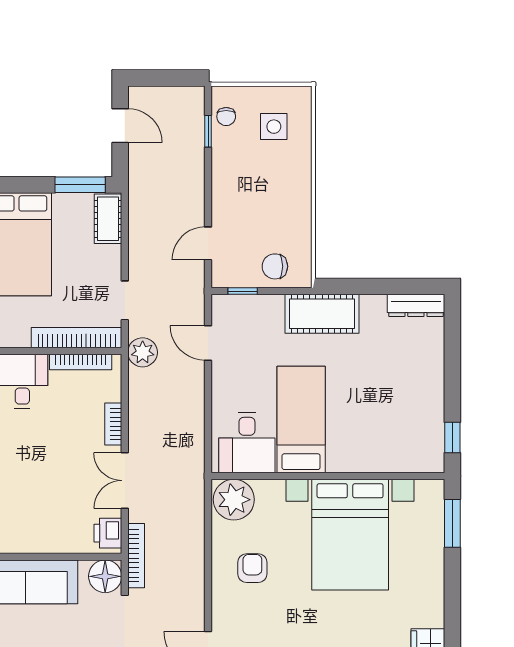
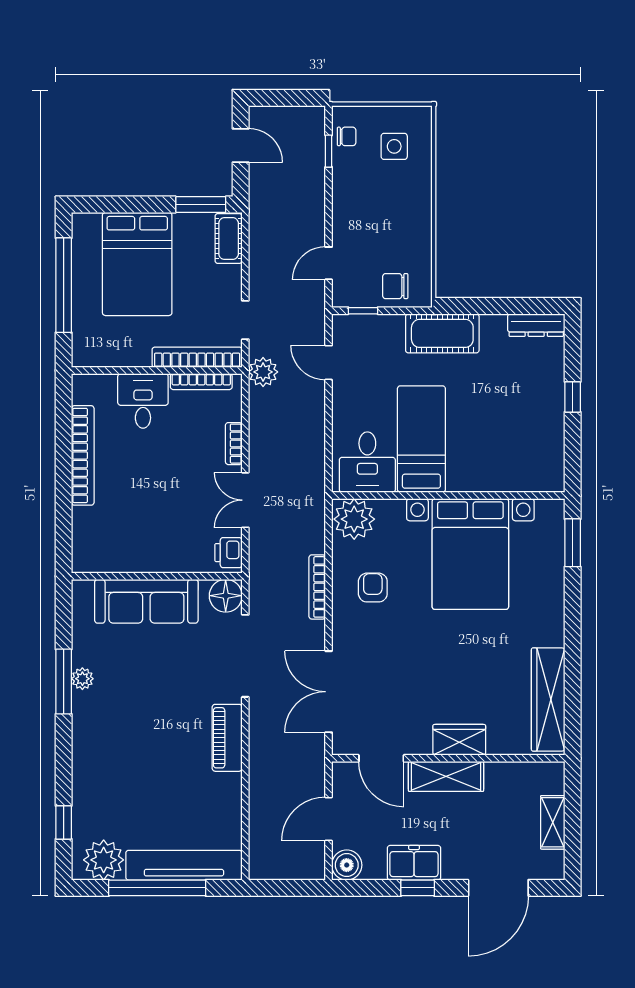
chair: (226, 117) -> (347, 136), turned -90
window: (452, 437) -> (573, 397), moved
bookcase: (136, 556) -> (317, 587), moved, turned 180

